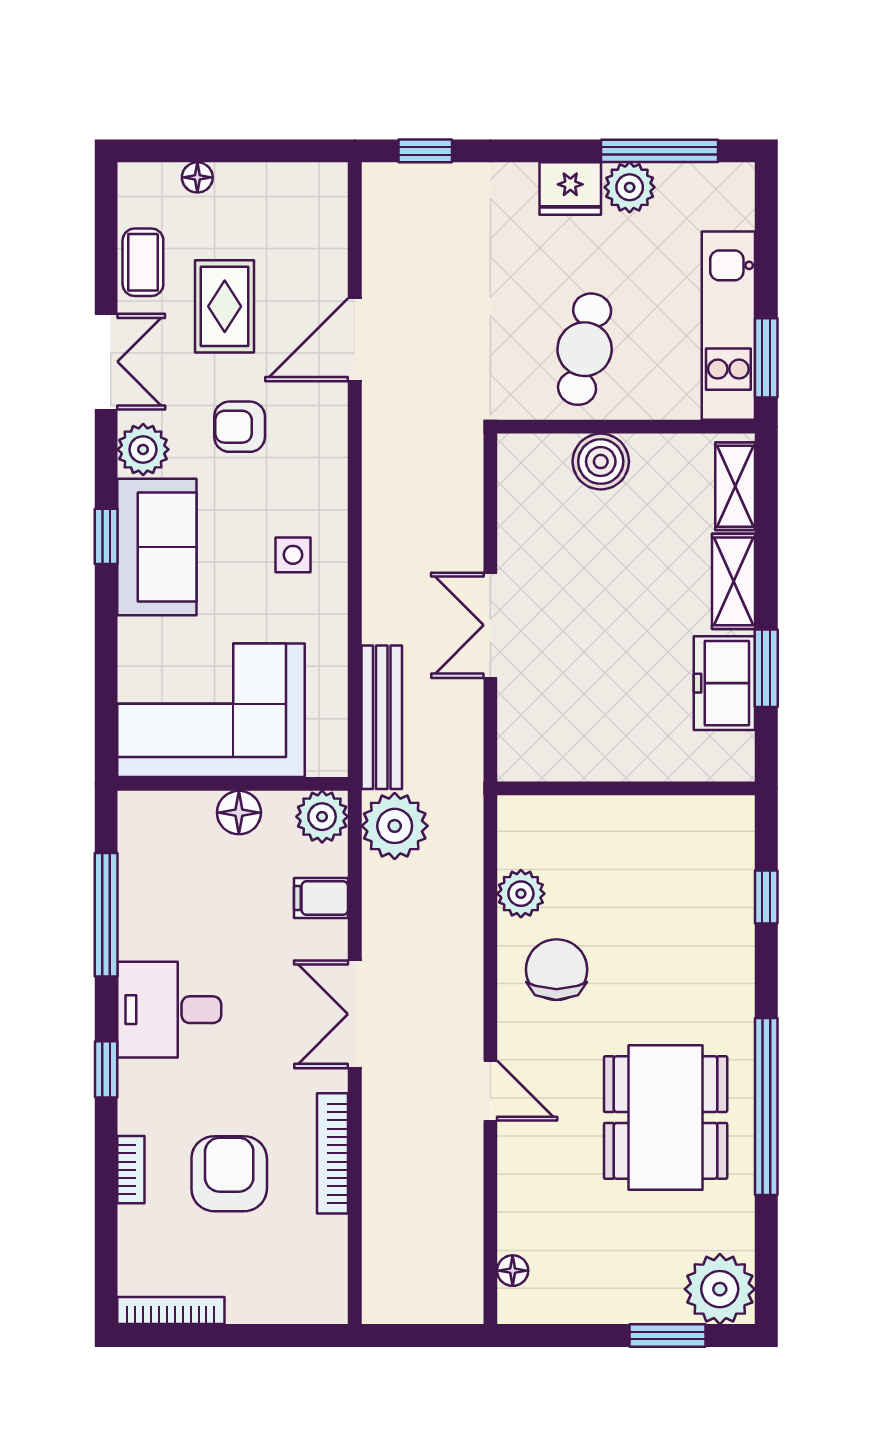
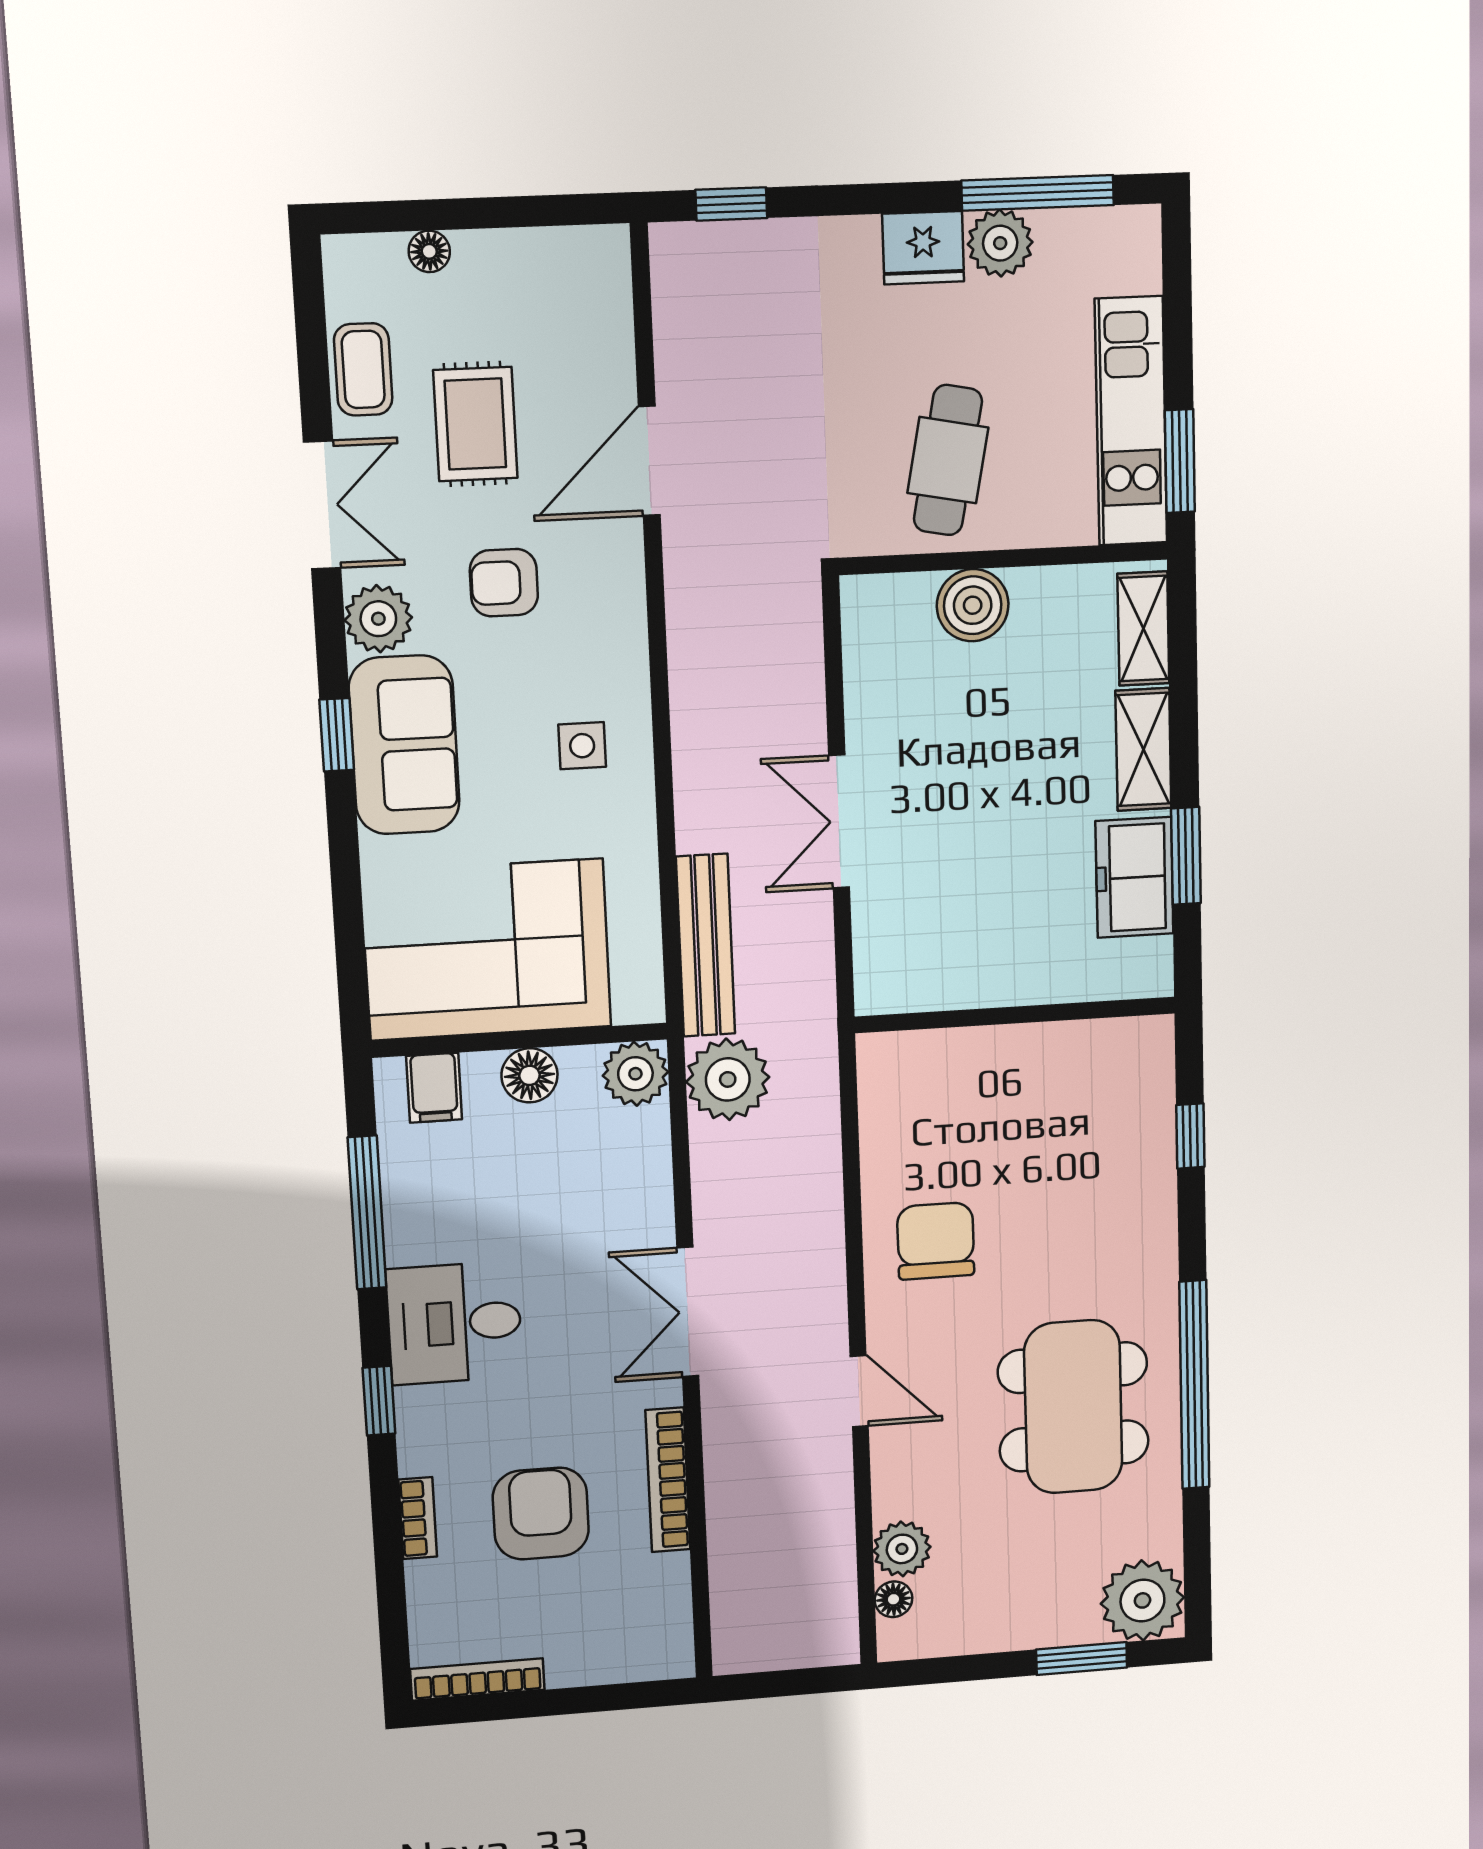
plant: (521, 894) -> (902, 1549), moved
filing cabinet: (321, 898) -> (434, 1088), moved, turned -90

